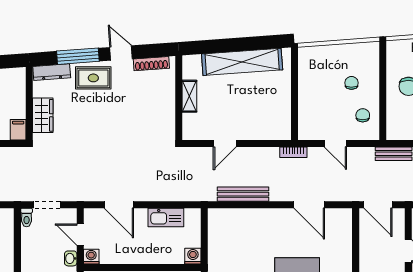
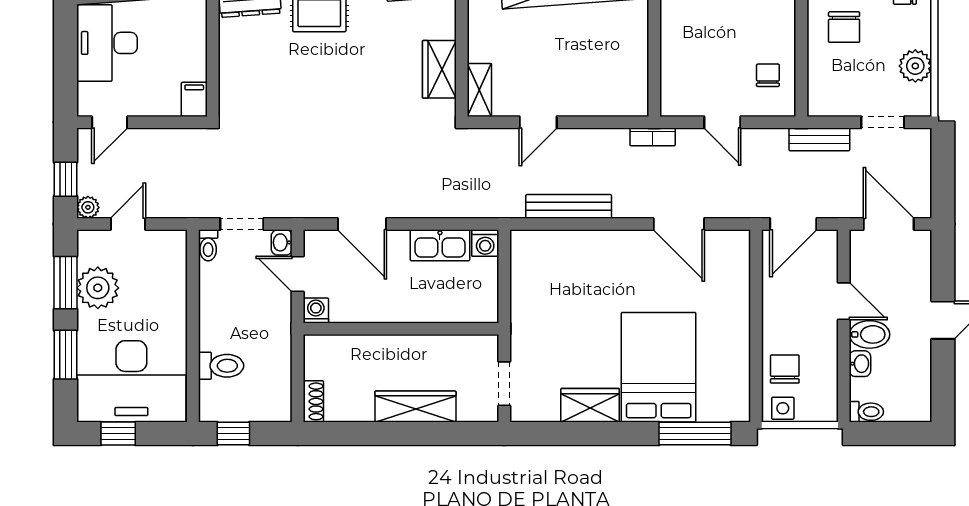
chair: (351, 83) -> (749, 21), removed
shelving: (189, 96) -> (479, 90), moved
wardrobe: (43, 115) -> (439, 69), moved, turned 180
door: (378, 205) -> (793, 224), hinge flipped
washing machine: (193, 256) -> (485, 243), moved, turned 180
washbasin: (71, 258) -> (282, 242), moved

